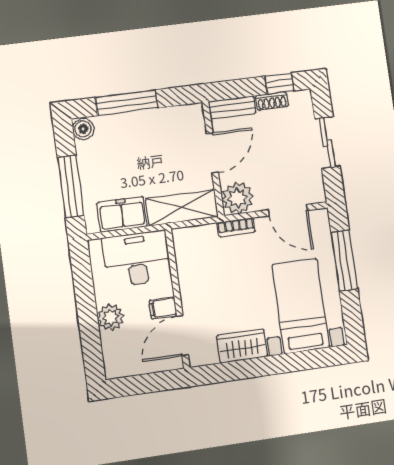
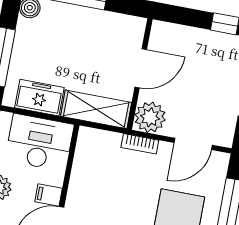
shoe rack: (272, 101) -> (212, 38), removed
bench: (232, 107) -> (173, 32), removed
door: (288, 210) -> (193, 144), hinge flipped

